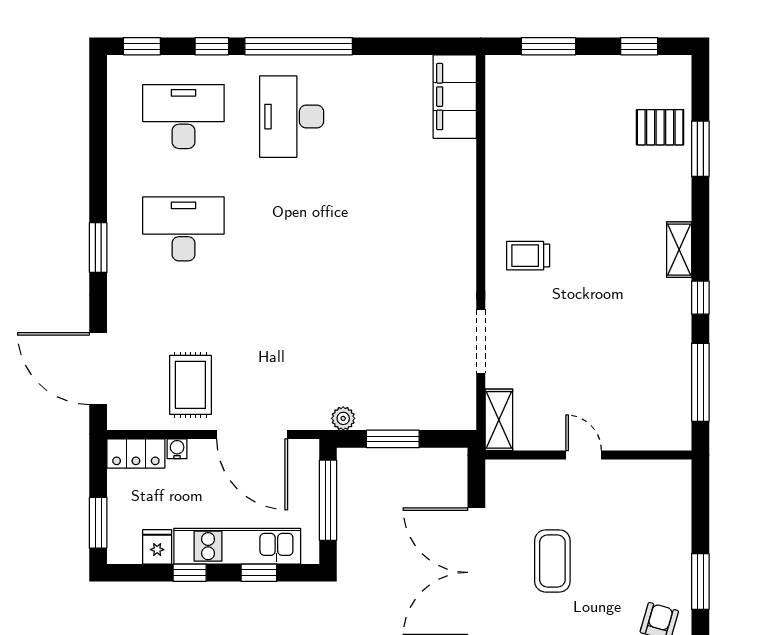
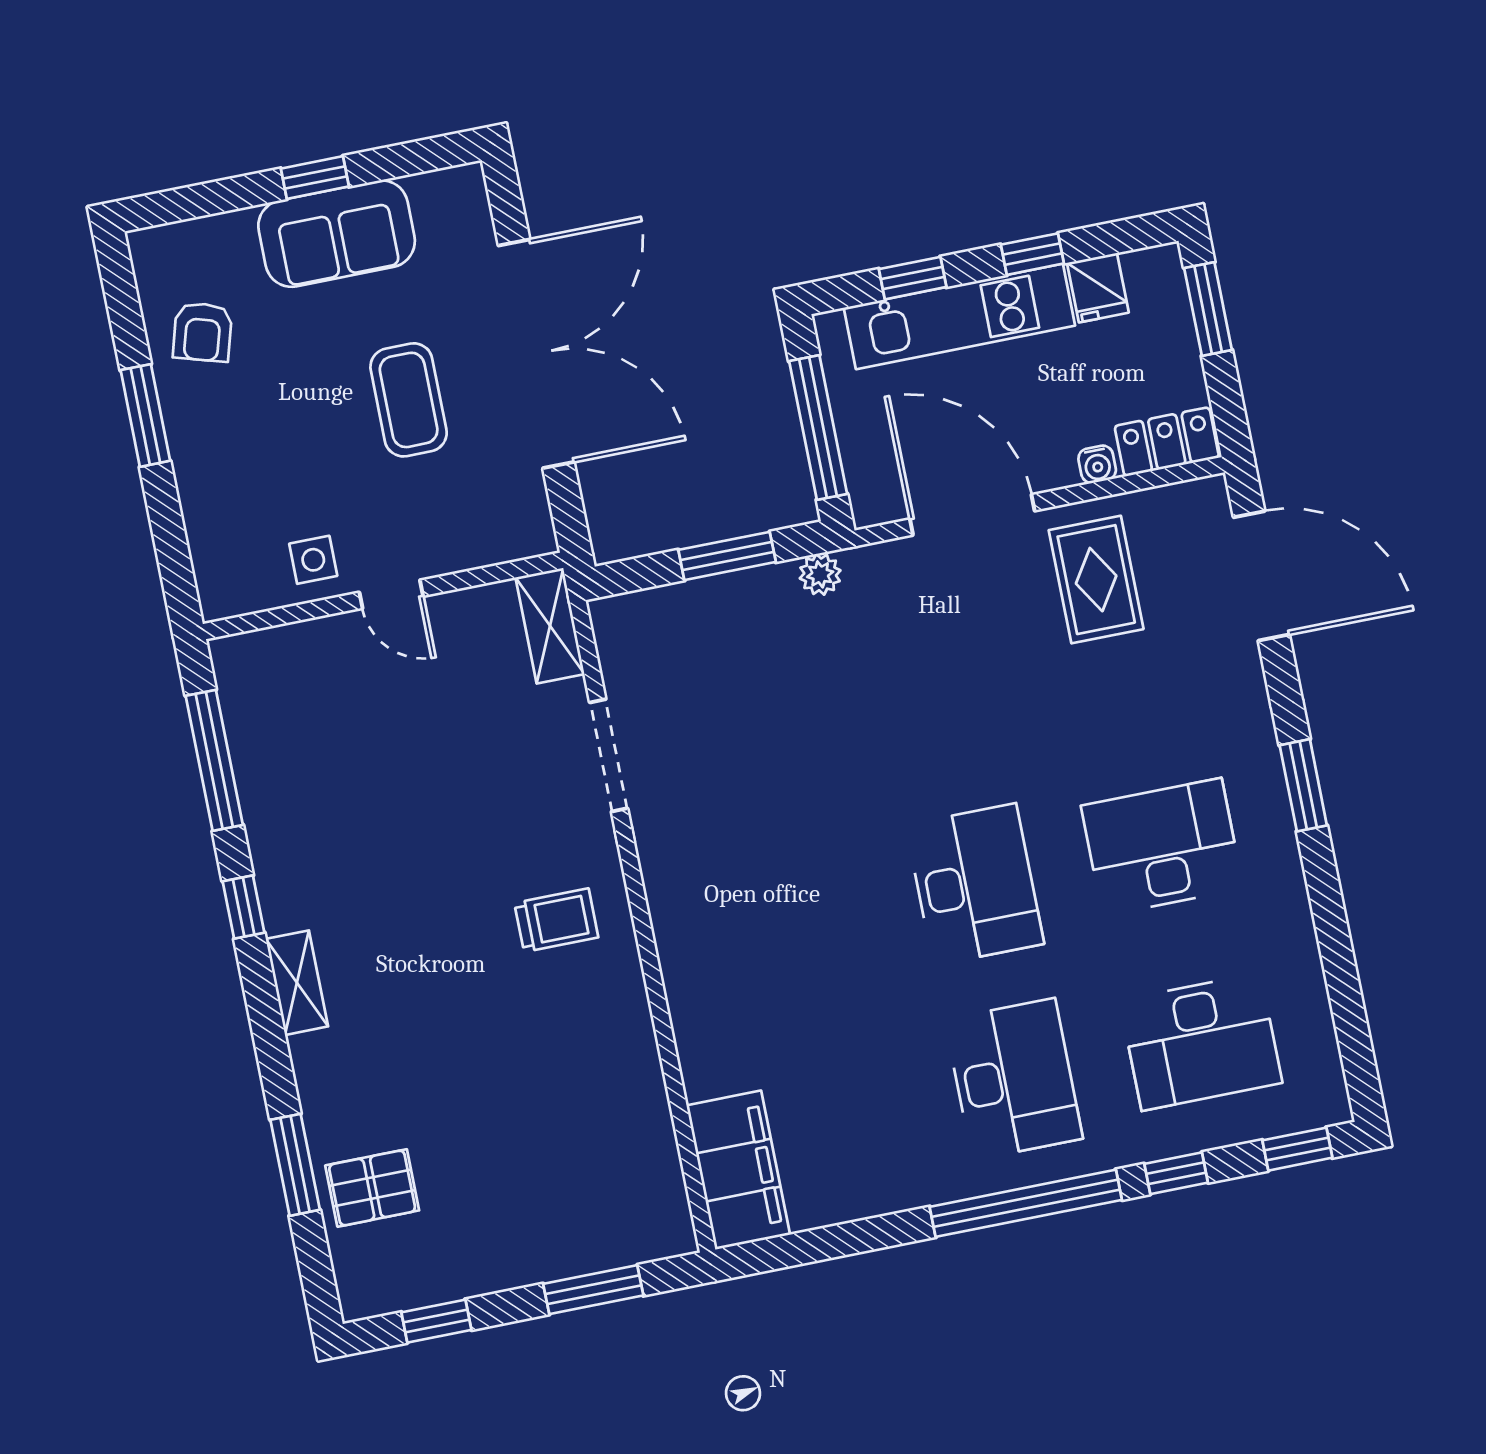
desk: (183, 229) -> (1162, 847), turned 180
desk: (292, 229) -> (975, 884), added
side table: (623, 483) -> (313, 560), added

